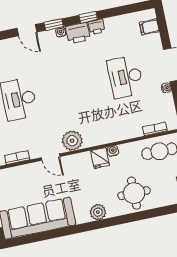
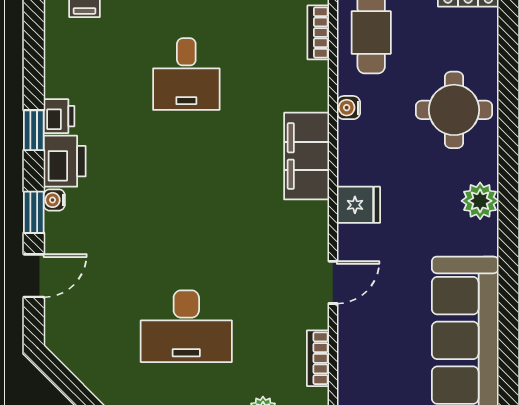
desk: (126, 77) -> (186, 74), width x0.73
filing cabinet: (102, 135) -> (307, 156), added
plant: (72, 141) -> (306, 225), removed
water cooler: (113, 151) -> (349, 108), moved
fridge: (100, 158) -> (358, 205), moved

